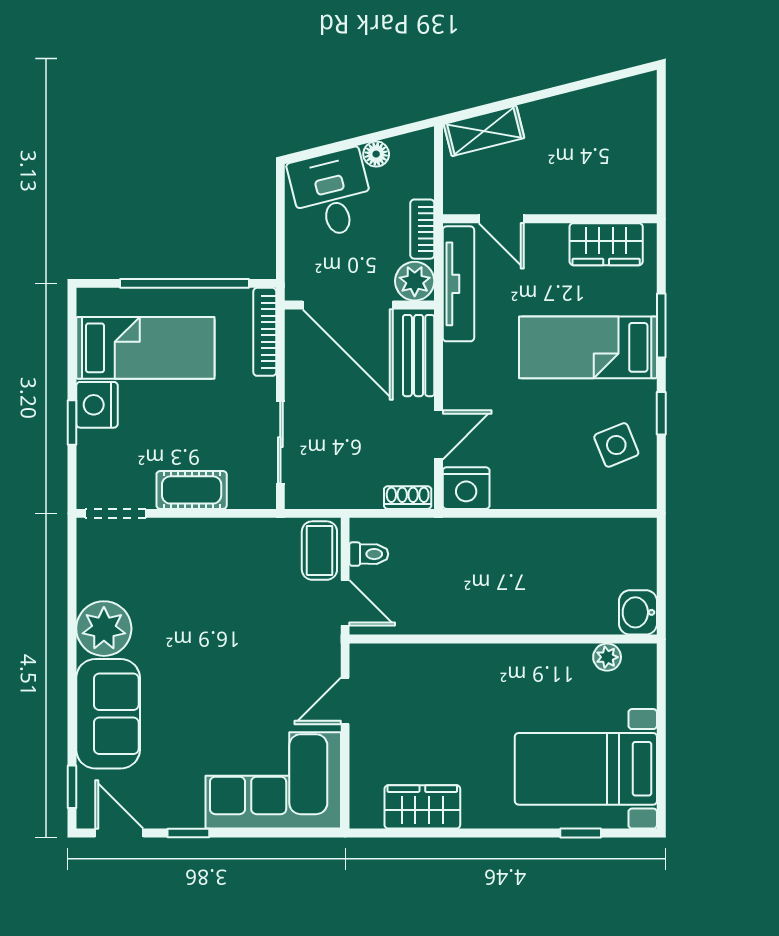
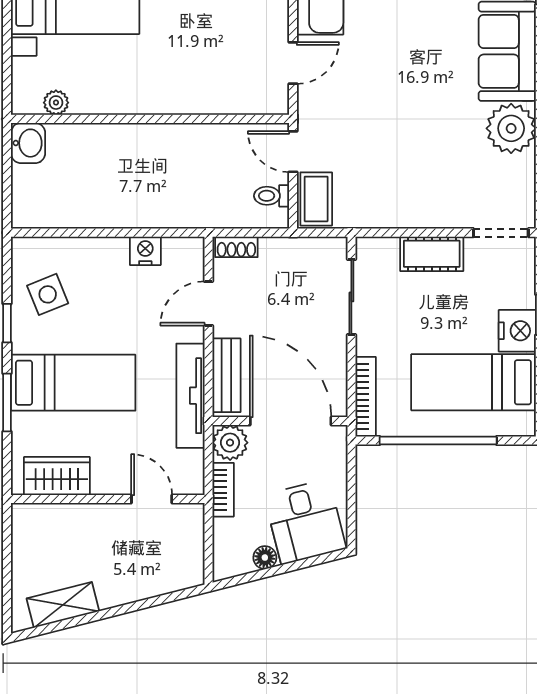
shelving: (484, 131) -> (63, 605), moved
tv unit: (458, 284) -> (190, 396), moved
nightstand: (466, 488) -> (145, 251), moved, width x0.74, depth x0.75

